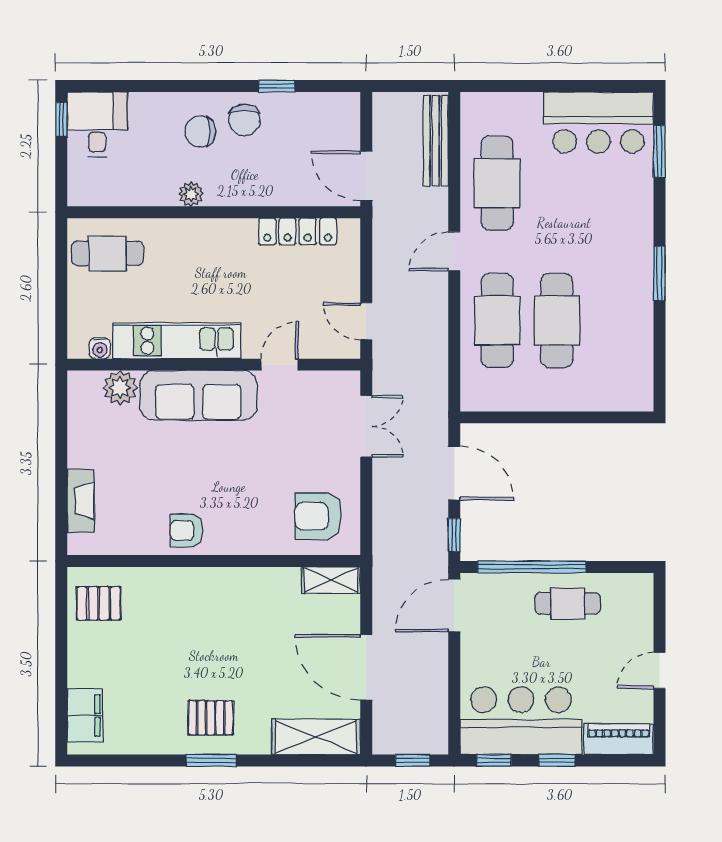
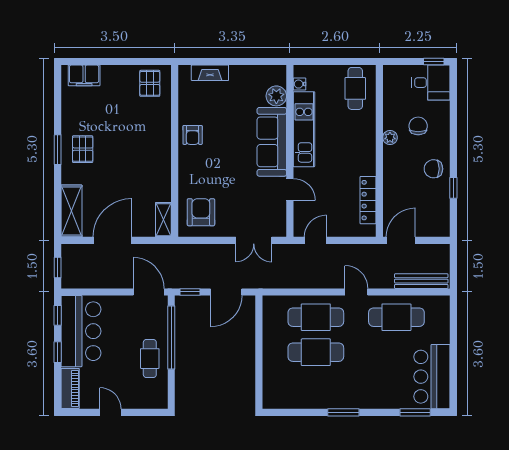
chair: (200, 131) -> (418, 126), moved
armchair: (187, 530) -> (193, 135), turned 180

